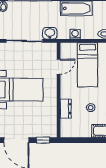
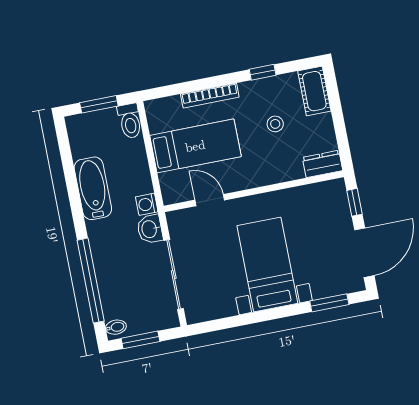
washing machine: (75, 34) -> (147, 204), moved
dresser: (66, 109) -> (322, 164), moved

